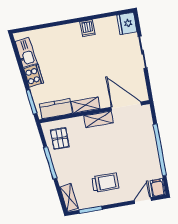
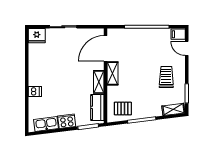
dishwasher: (87, 28) -> (35, 92), moved

